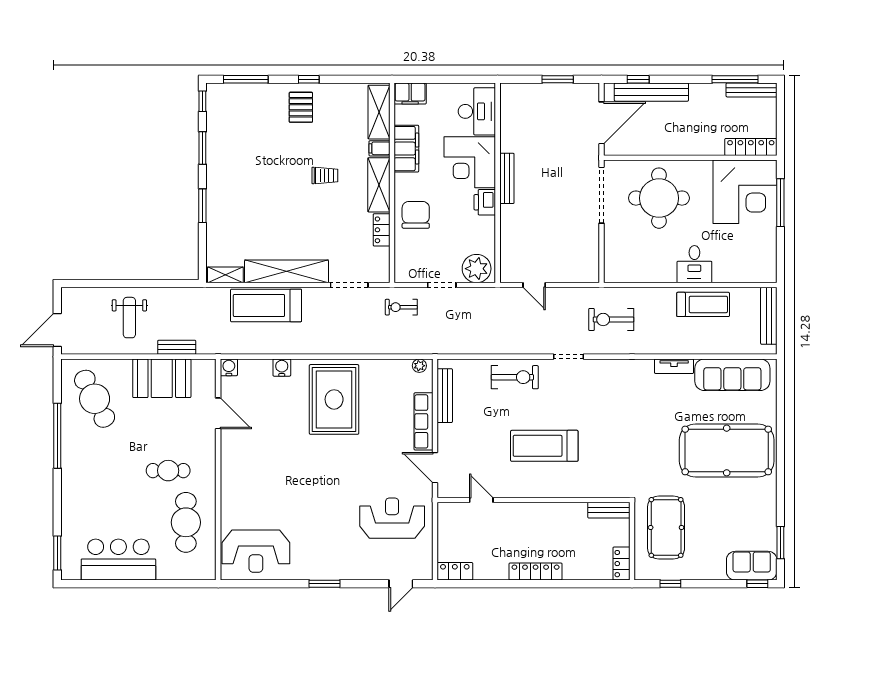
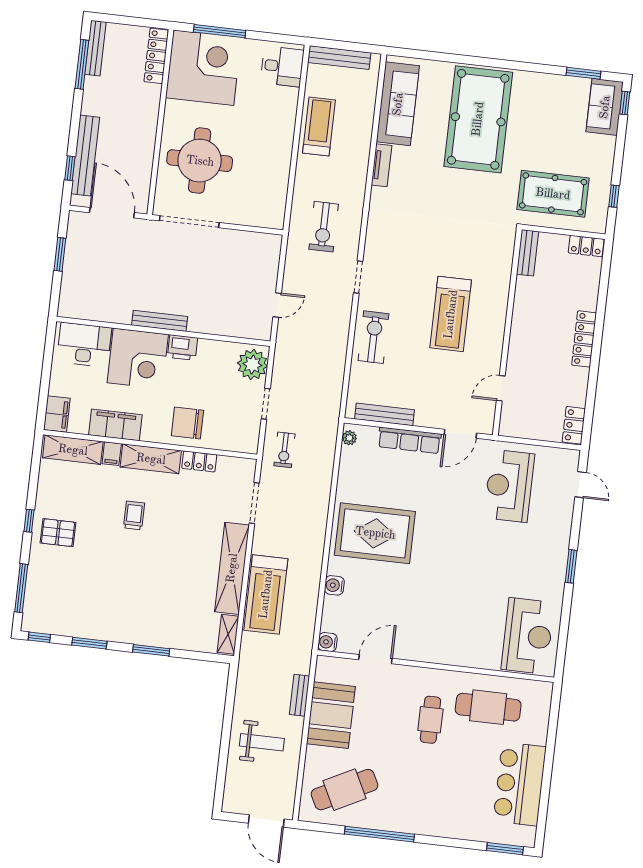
desk: (694, 264) -> (282, 66), moved

